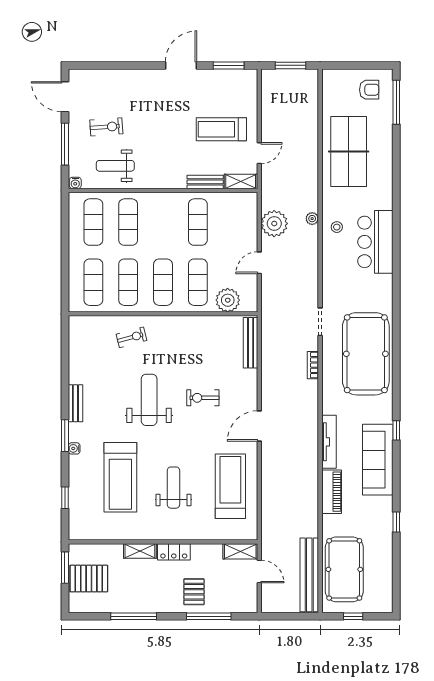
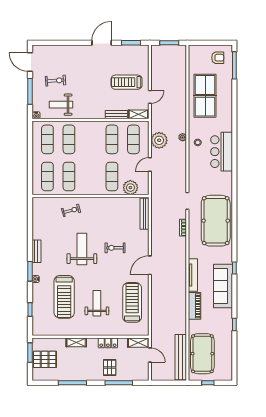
exercise mat: (163, 282) -> (133, 139), moved
locker: (174, 552) -> (108, 343), moved

